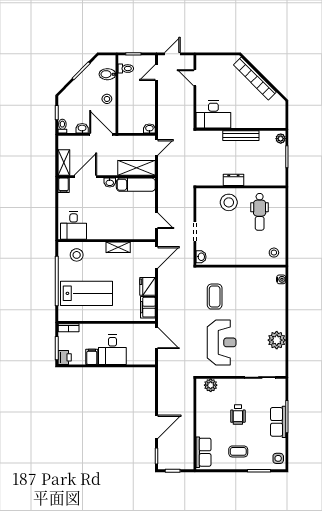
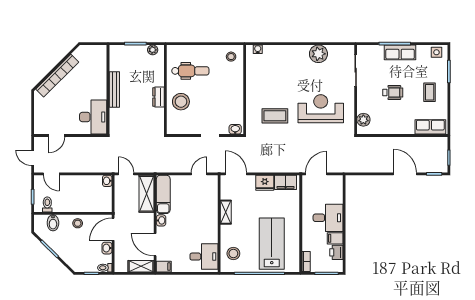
plant: (281, 139) -> (153, 50), moved
printer: (65, 357) -> (336, 252), moved, turned -90

